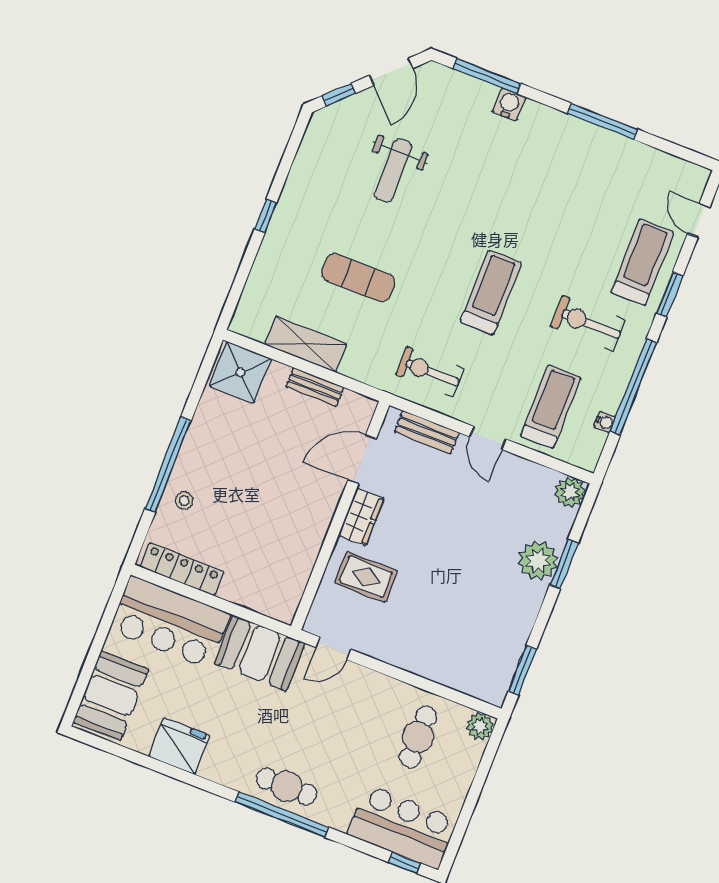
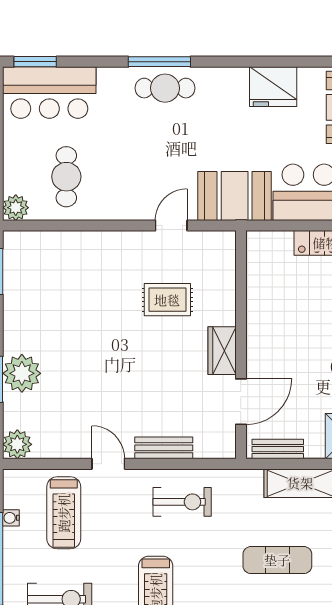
door: (362, 459) -> (241, 402), moved
wall: (340, 516) -> (241, 345), moved
wardrobe: (361, 517) -> (222, 351), moved
window: (282, 815) -> (159, 62), width x0.68
window: (404, 863) -> (35, 62), width x1.50

